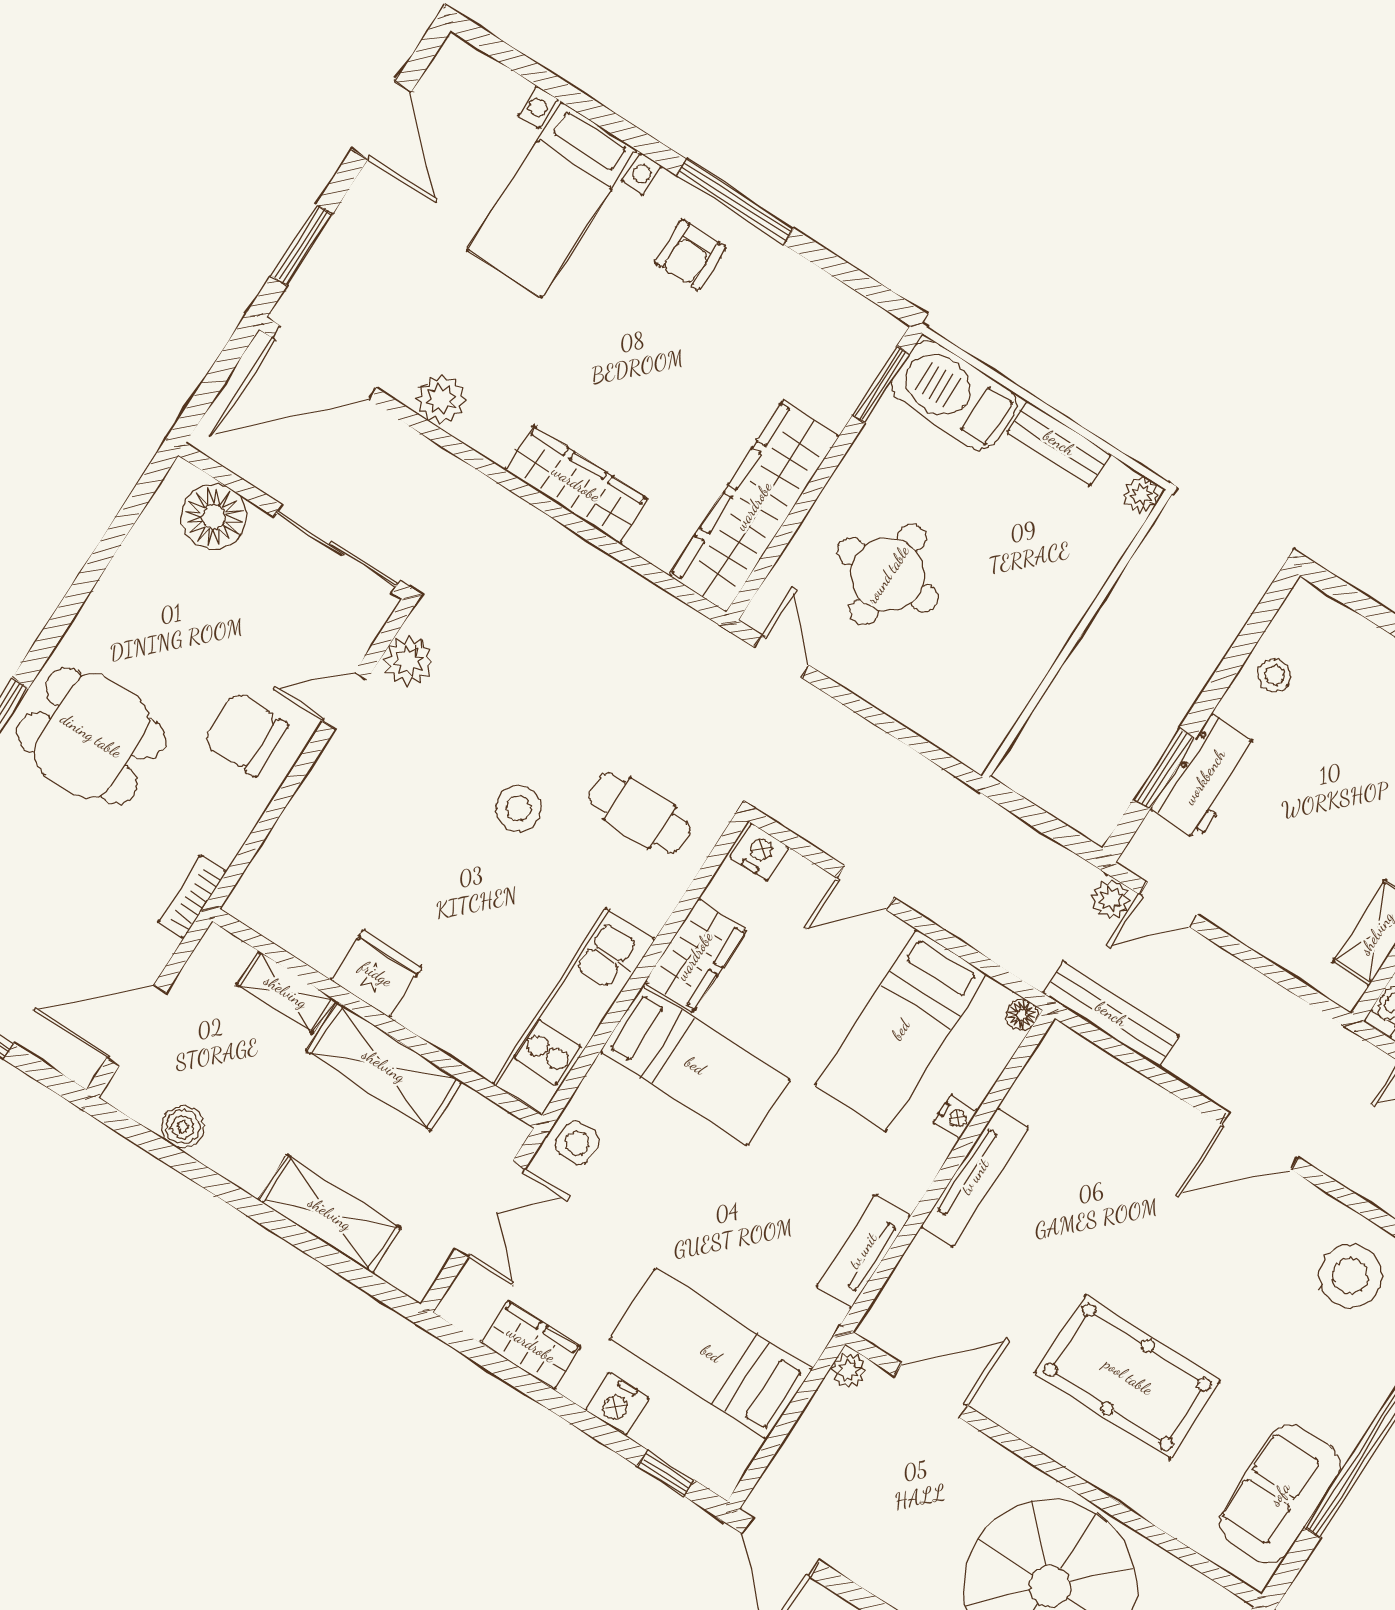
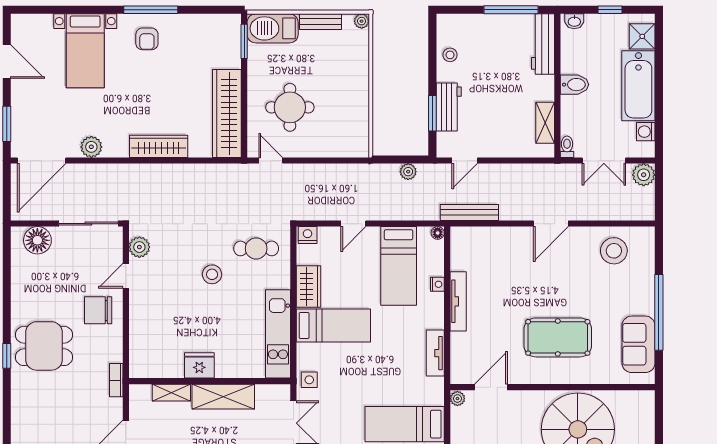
plant: (1111, 899) -> (408, 172), moved

